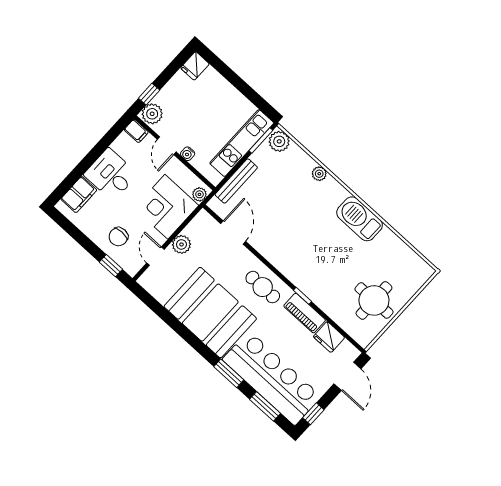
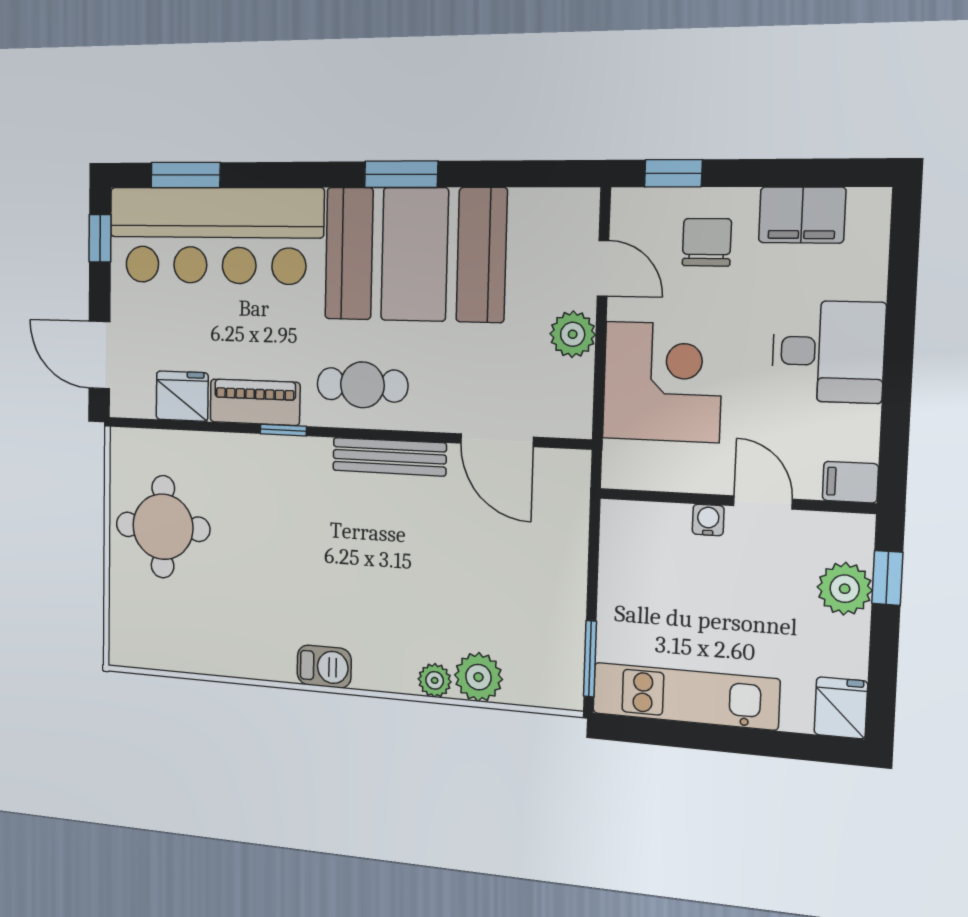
plant: (152, 114) -> (845, 589), moved
plant: (279, 141) -> (478, 677), moved
kitchen unit: (242, 143) -> (685, 696), moved, turned -90
bench: (236, 181) -> (389, 457), moved, turned 90
plant: (199, 194) -> (619, 460), removed
filing cabinet: (79, 195) -> (802, 215), moved, turned -90
barbecue: (360, 219) -> (324, 667), width x0.53, depth x0.65
window: (229, 373) -> (401, 174), moved

